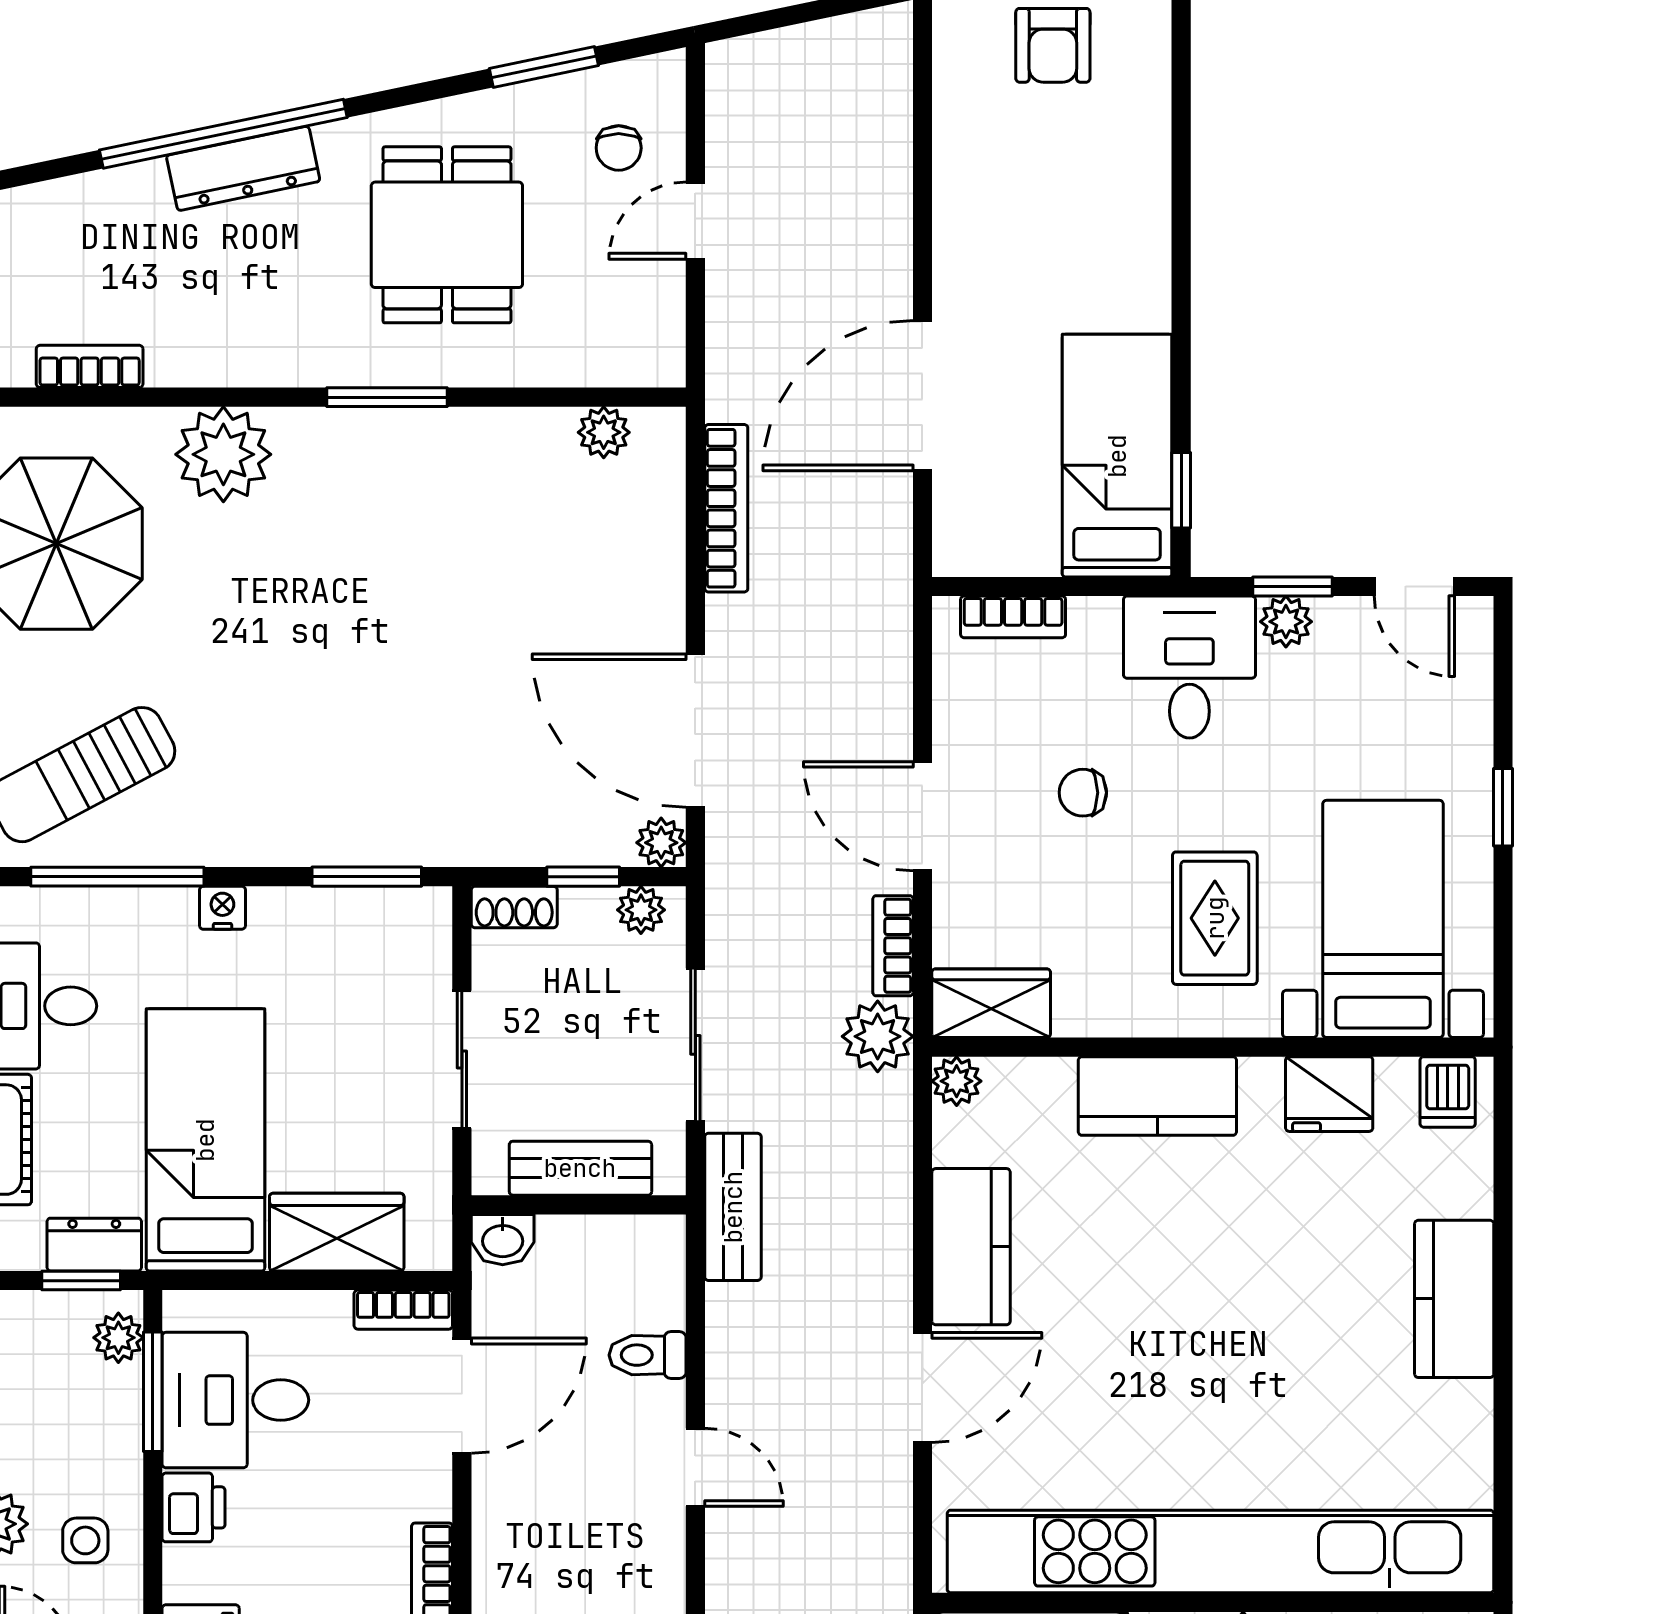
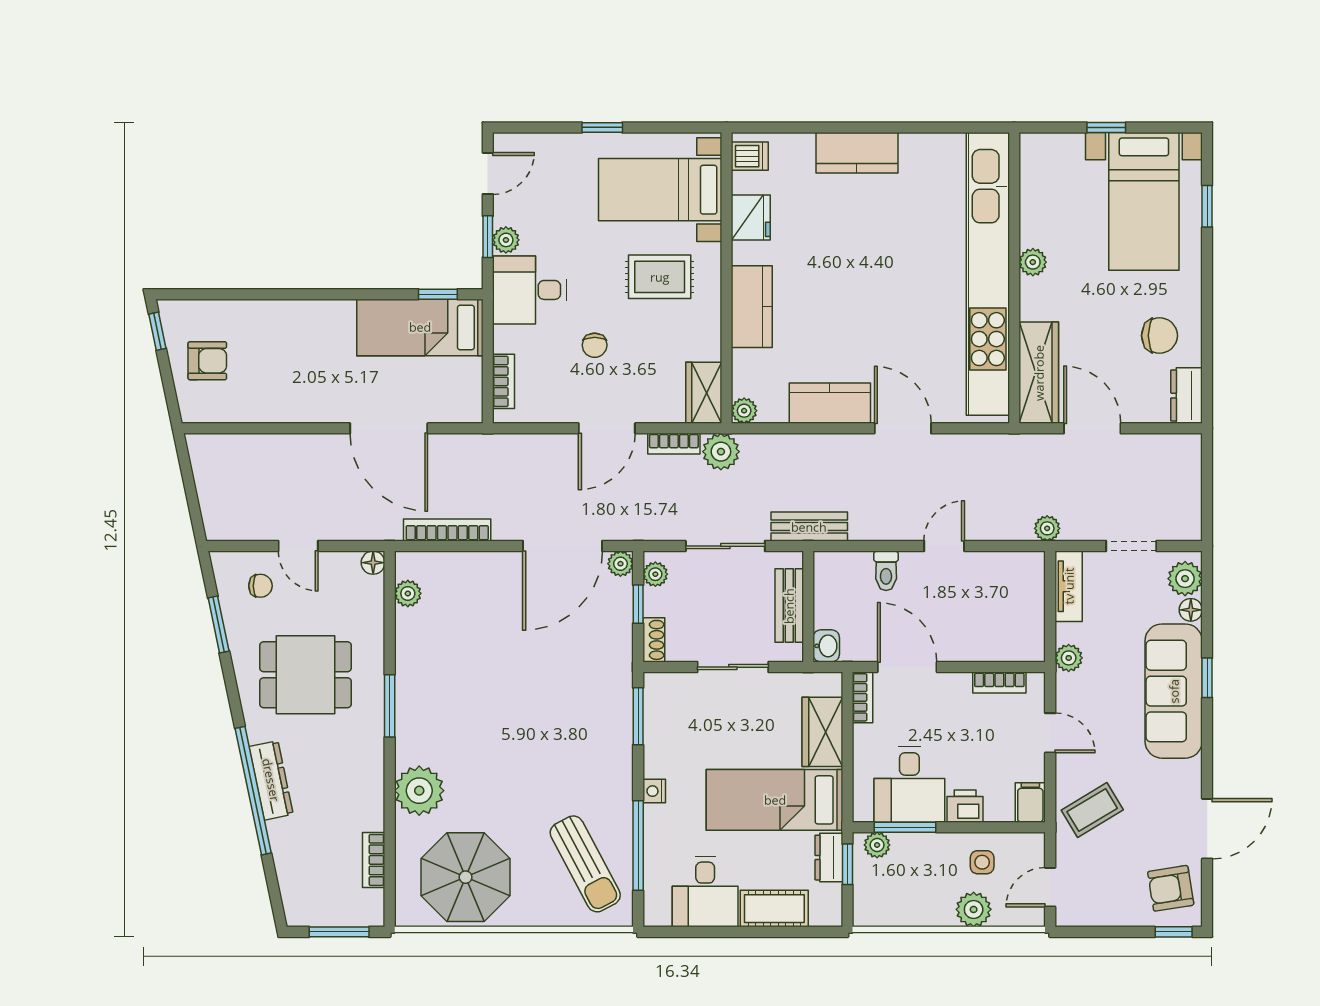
floor lamp: (663, 365) -> (373, 563), added

